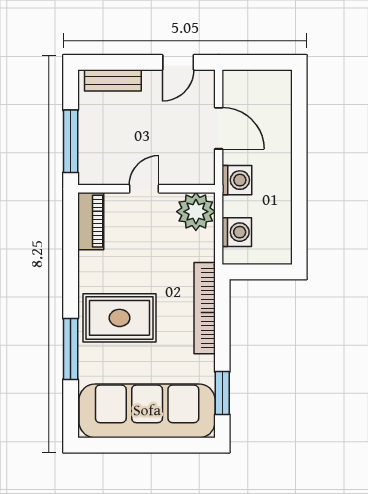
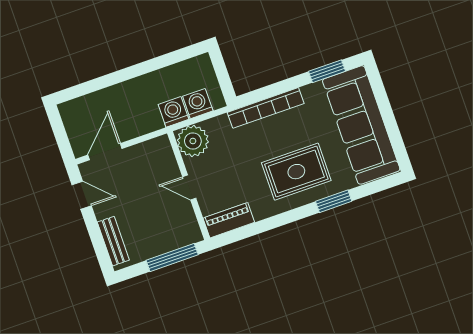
door: (219, 128) -> (105, 152), moved
washing machine: (237, 180) -> (173, 112), moved
rug: (120, 318) -> (296, 172), turned 90
window: (71, 349) -> (334, 201), width x0.69

